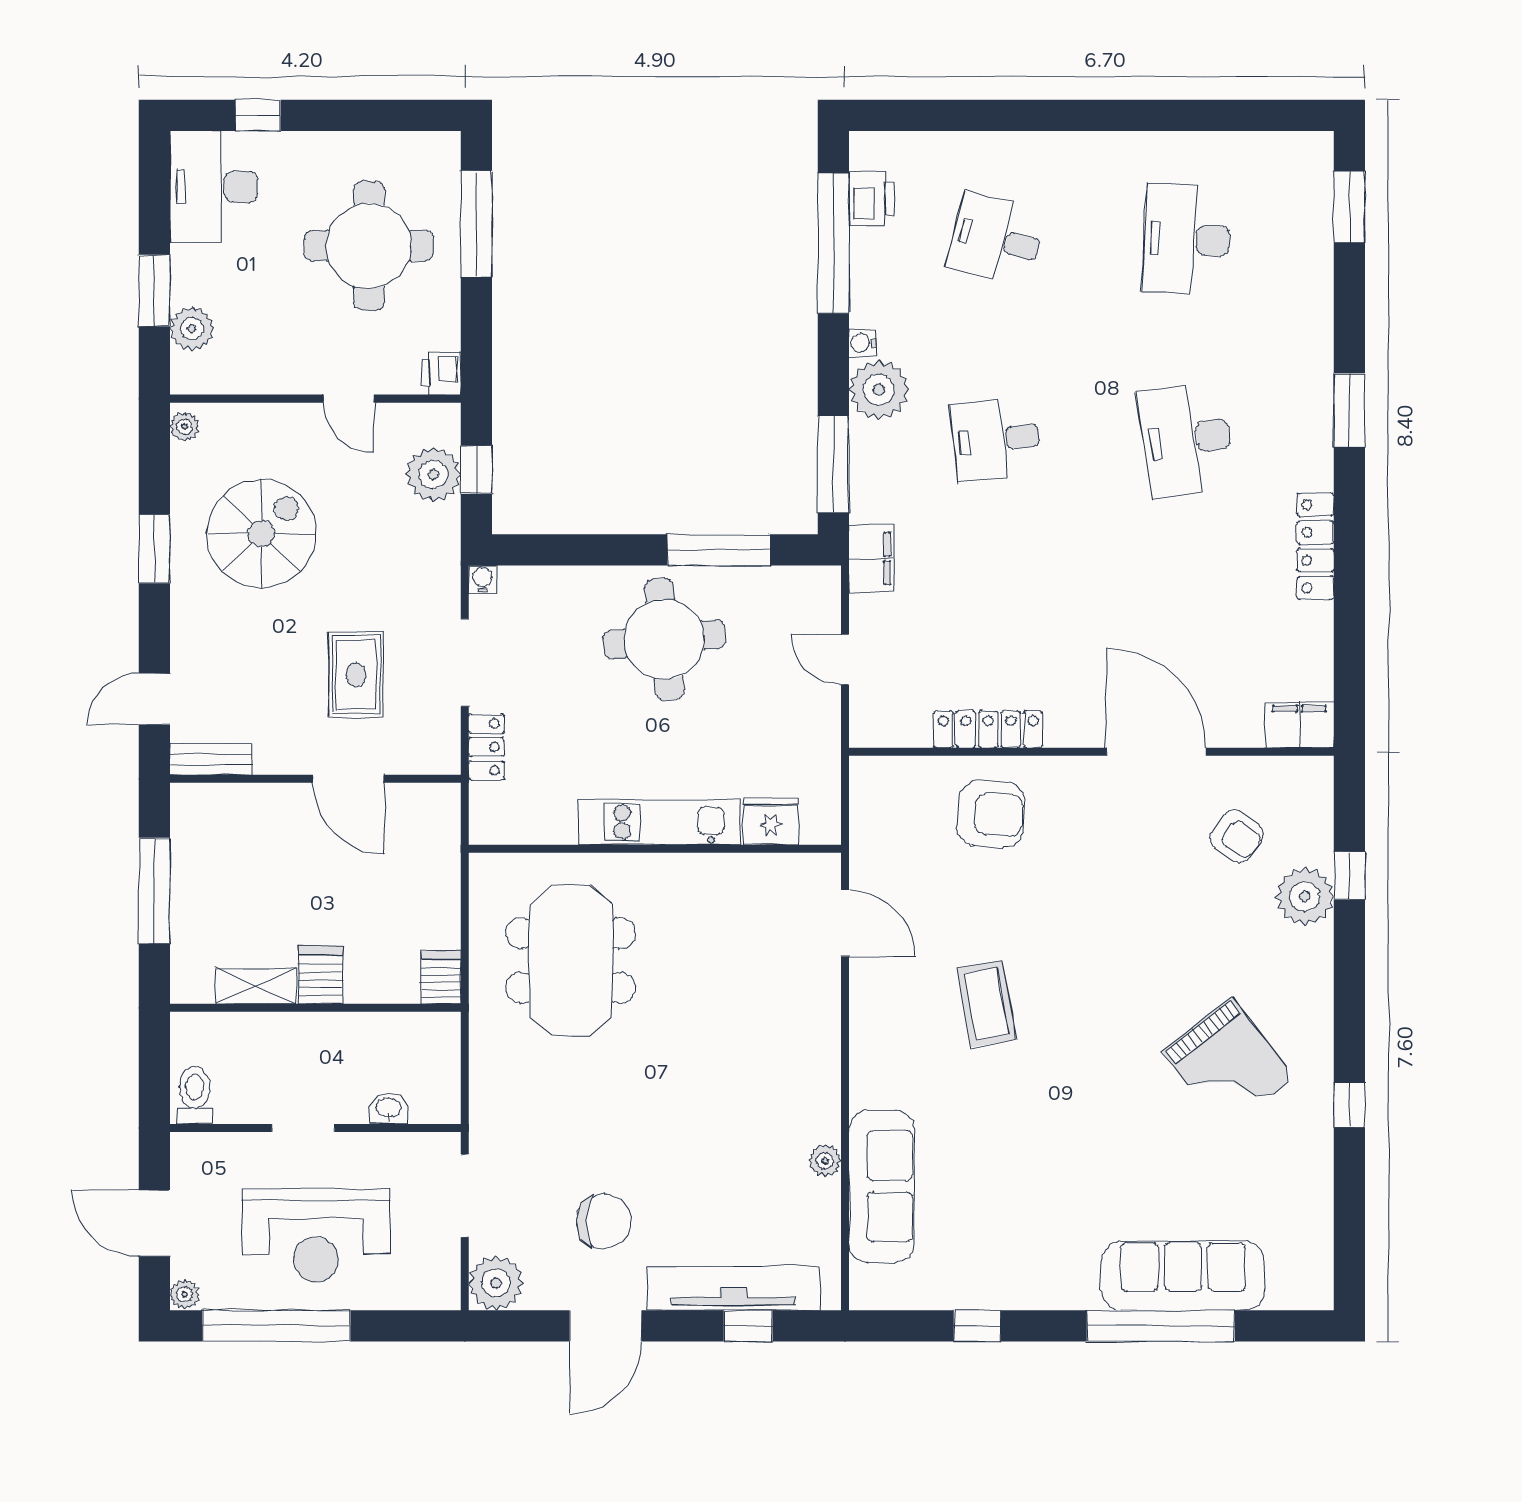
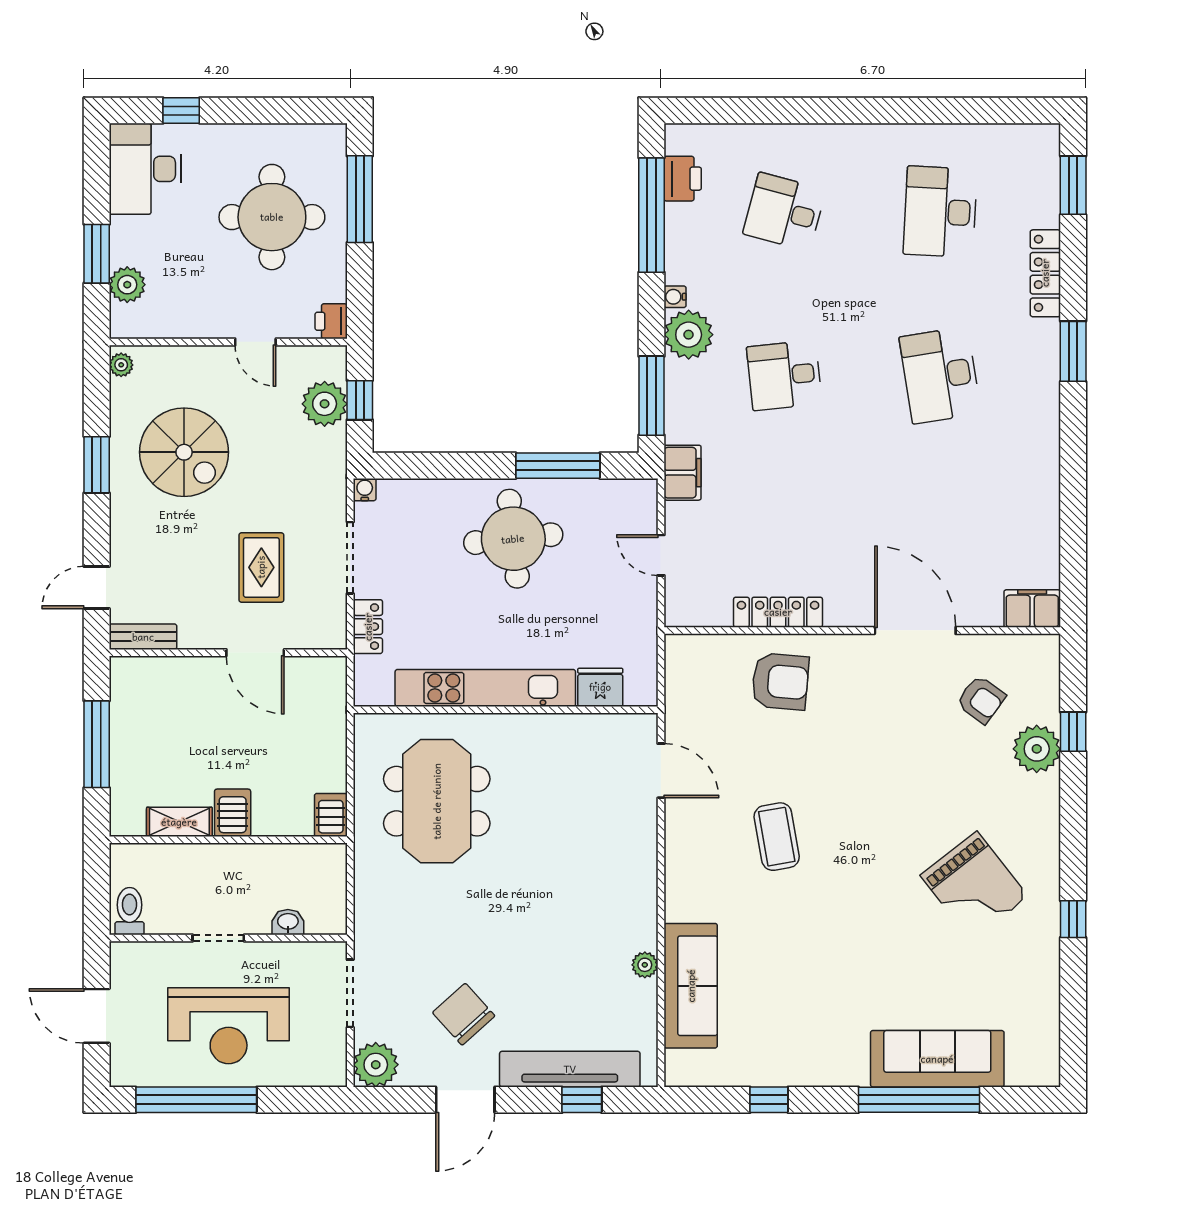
spiral stairs: (261, 534) -> (184, 452), turned 90
locker: (1315, 546) -> (1045, 273), moved
kitchen unit: (659, 822) -> (485, 688), width x1.36
chair: (604, 1221) -> (464, 1014), turned -134
plant: (185, 1294) -> (121, 1074), removed

